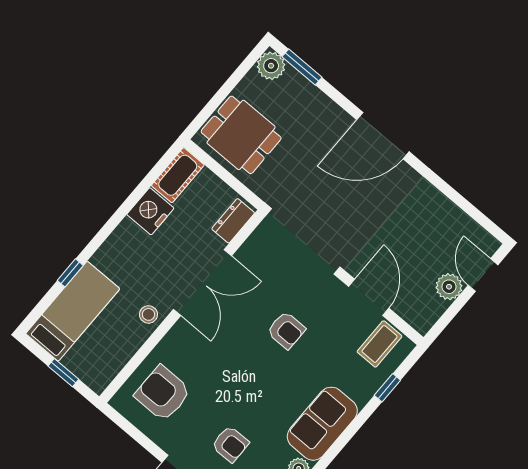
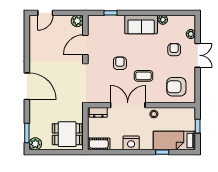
dining table: (241, 135) -> (67, 134), turned 90
nightstand: (150, 211) -> (131, 143), moved
plant: (449, 287) -> (77, 21), moved
coffee table: (380, 344) -> (143, 76), moved
armchair: (163, 393) -> (176, 87), turned 90

